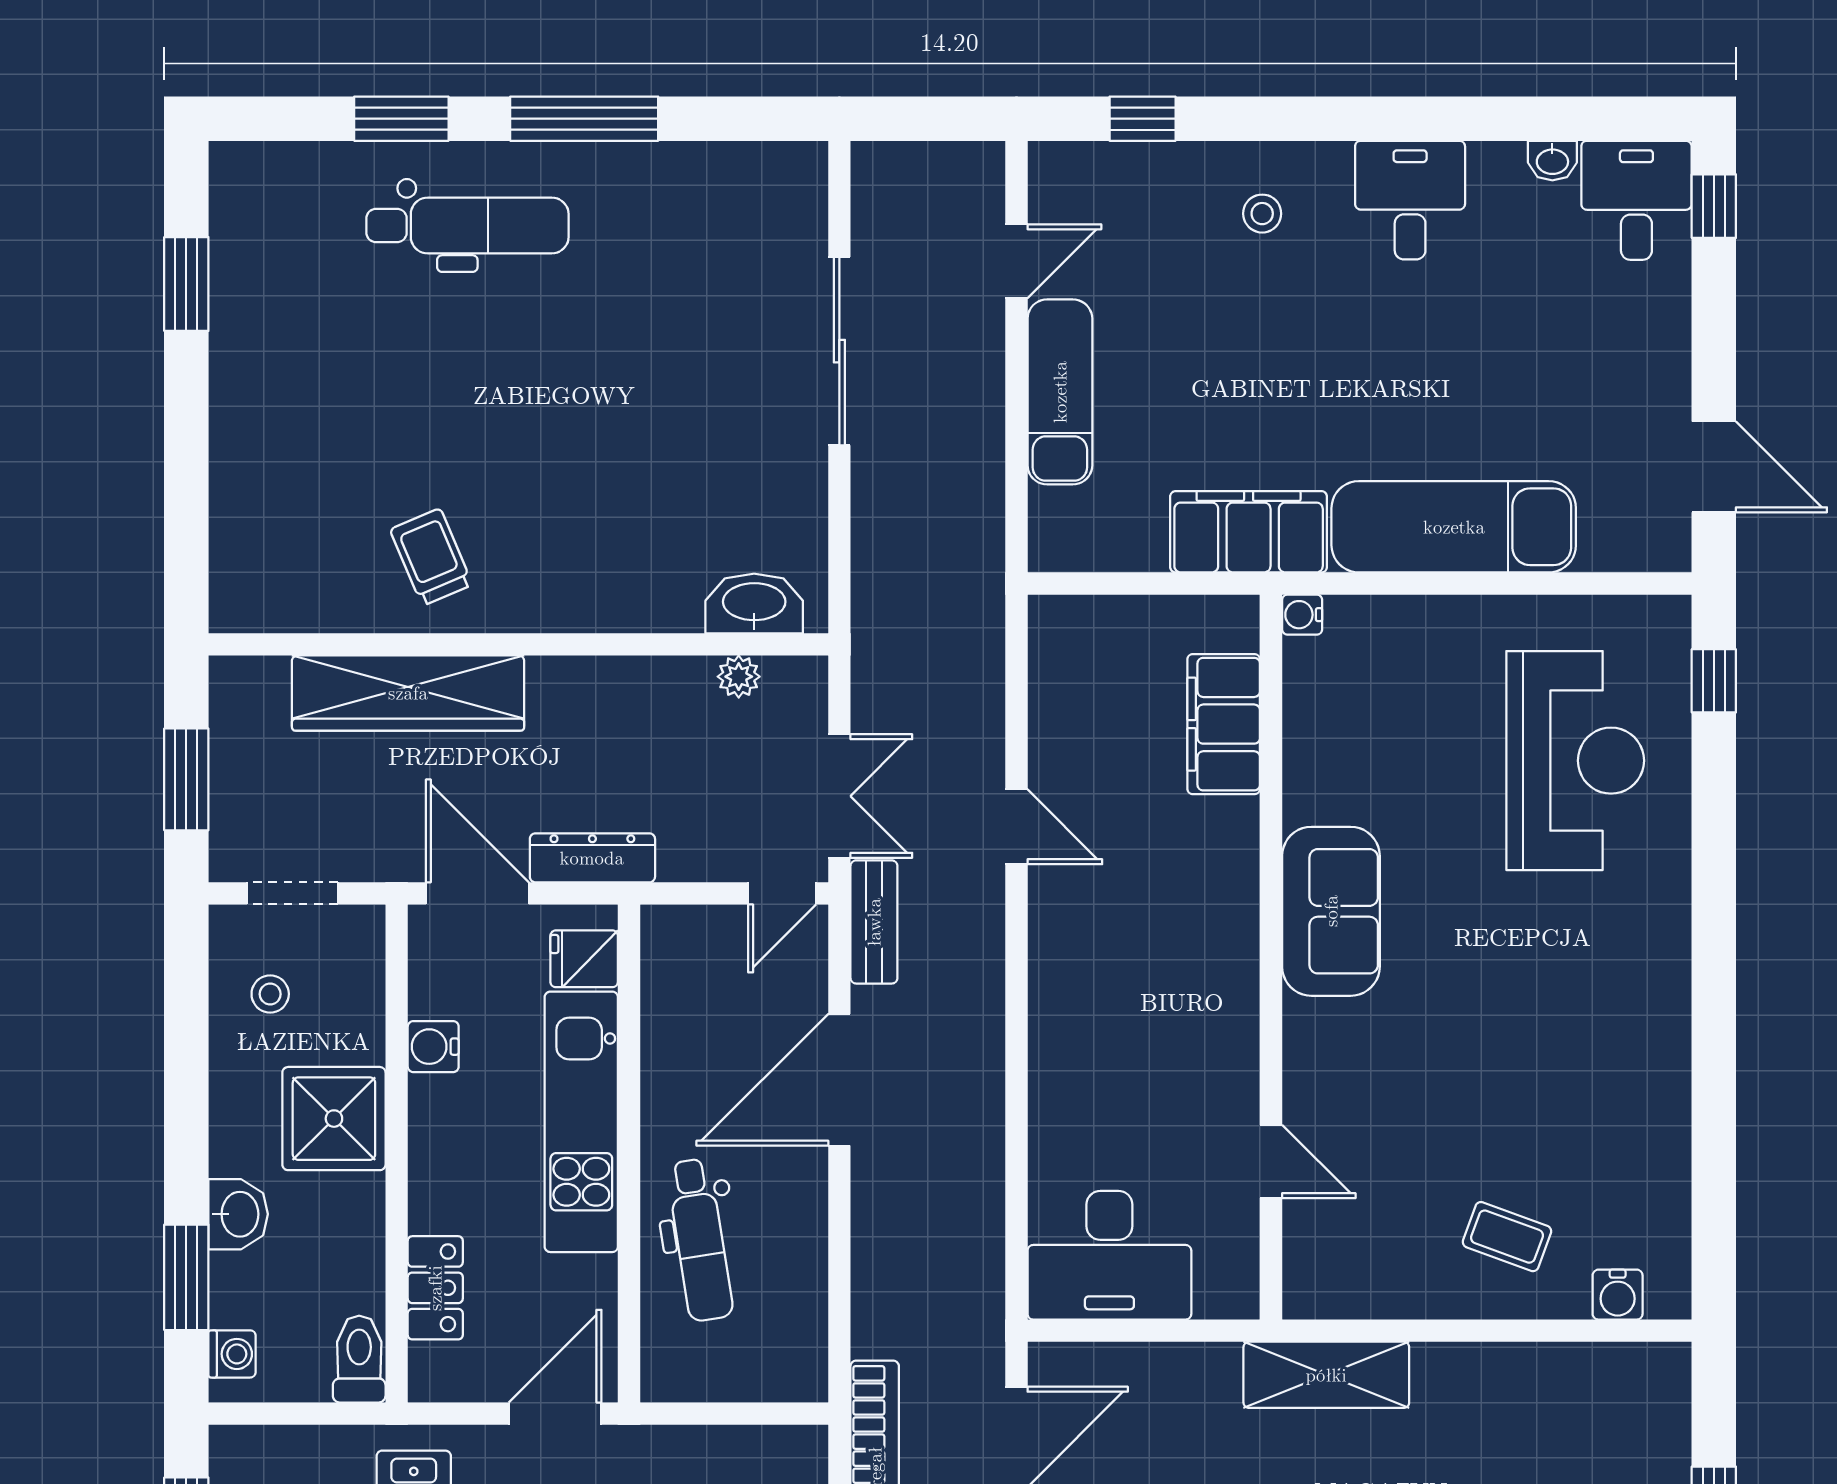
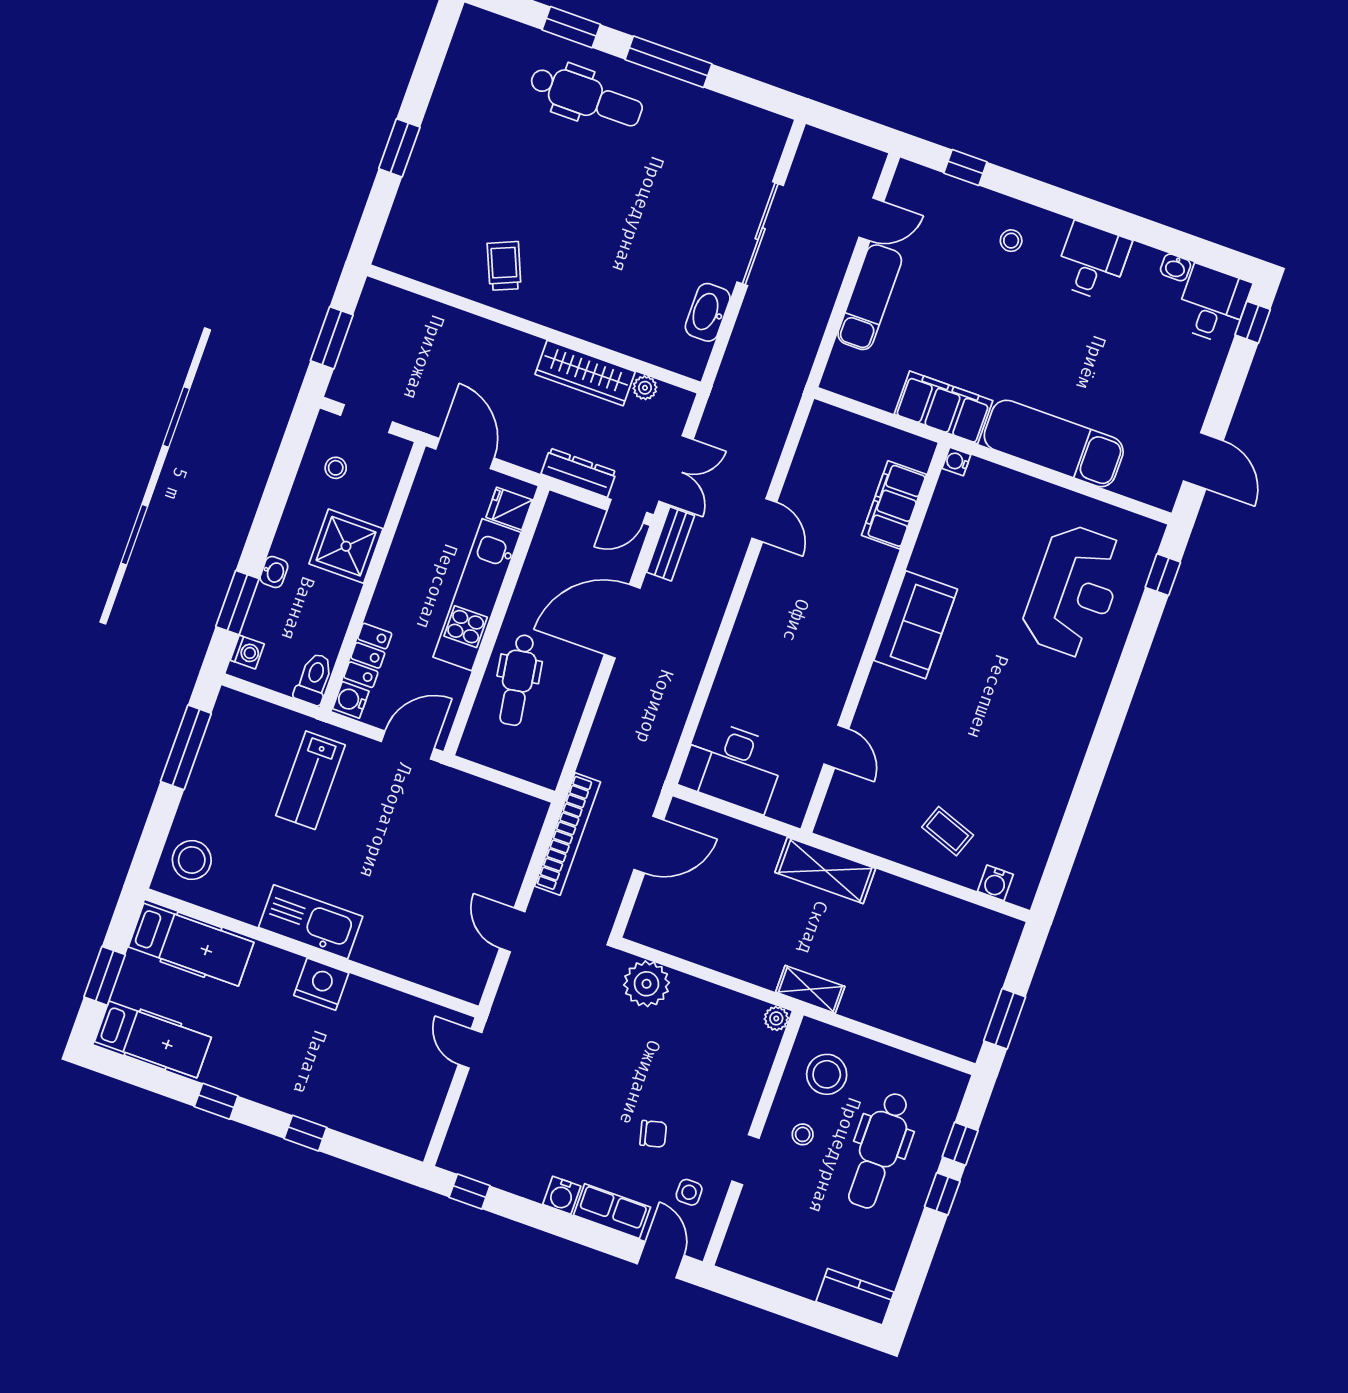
window: (186, 284) -> (399, 148), moved
washbasin: (754, 604) -> (708, 312), moved, turned -90
wardrobe: (408, 693) -> (585, 373), moved, width x0.71, depth x0.85
dresser: (592, 858) -> (579, 473), moved
water cooler: (433, 1047) -> (351, 700), moved
washbasin: (238, 1214) -> (274, 572), width x0.72, depth x0.69

